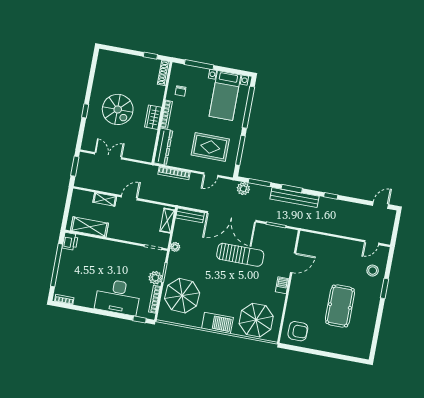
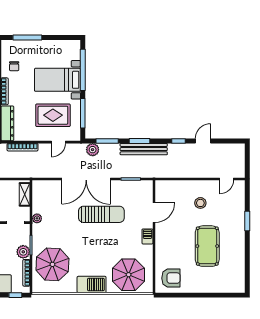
bed with nightstands: (225, 96) -> (57, 80), moved, turned 90
door: (381, 205) -> (203, 141), moved
bench: (190, 215) -> (46, 185), removed
stool: (373, 271) -> (200, 203), moved

